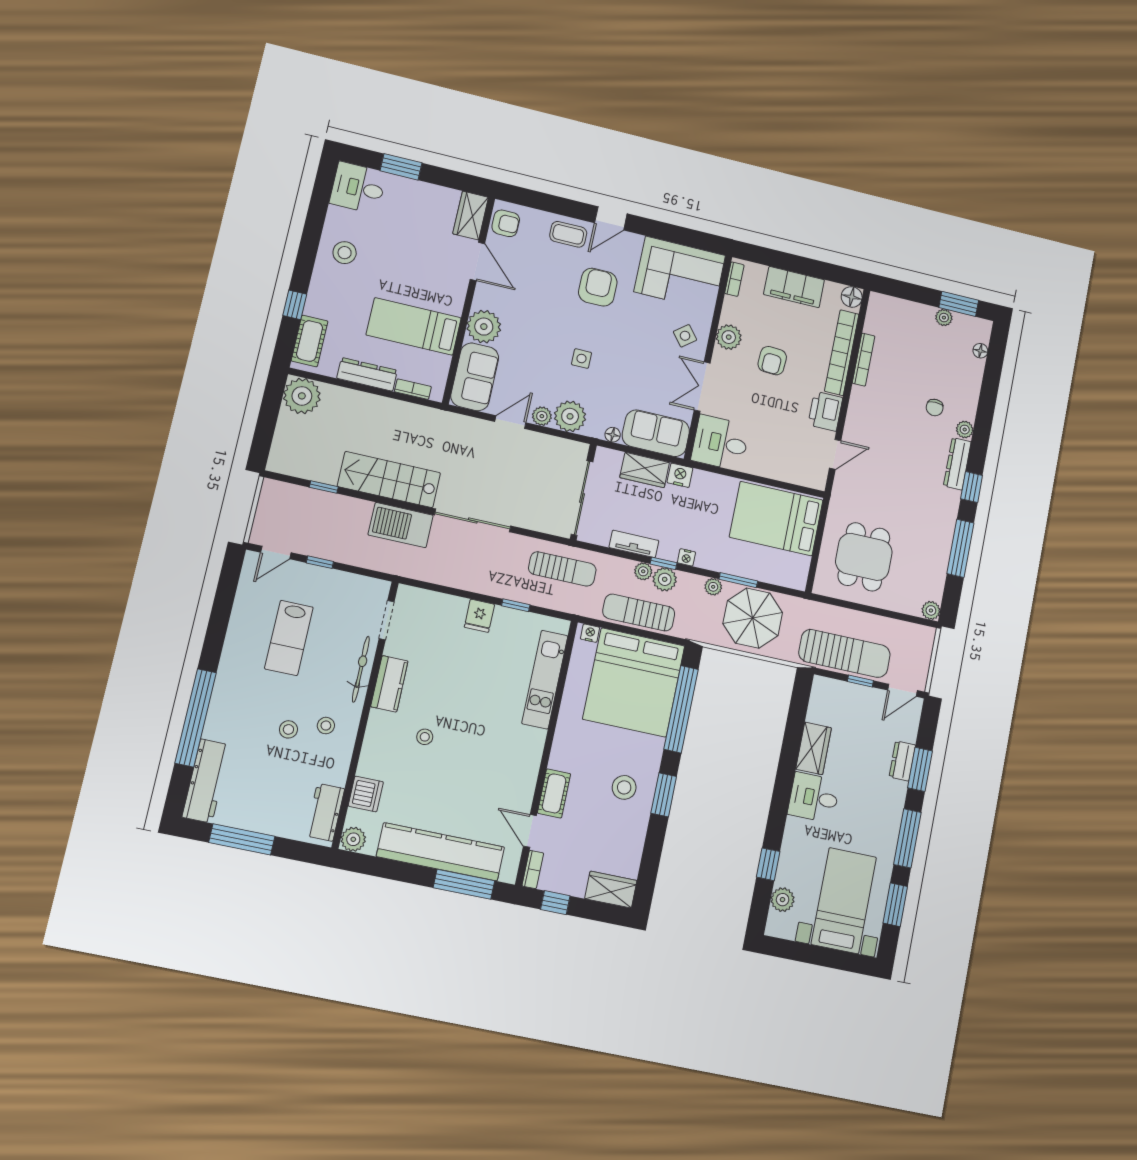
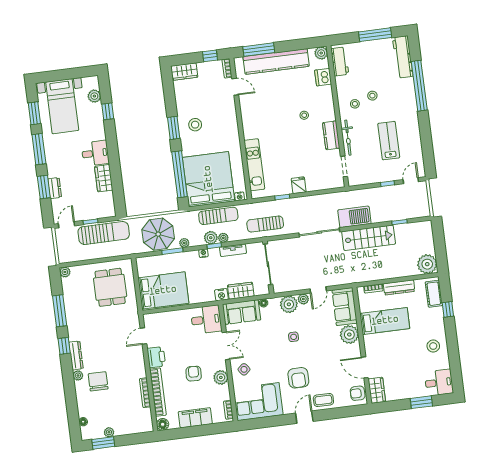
chair: (935, 408) -> (98, 381), width x1.87, depth x1.87
sun lounger: (845, 653) -> (104, 233), turned 180
cot: (554, 793) -> (230, 109), removed

